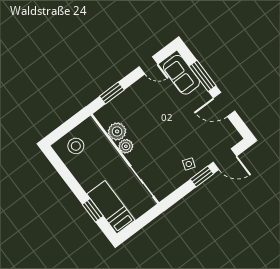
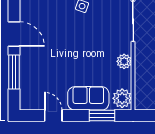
sofa: (181, 75) -> (88, 98), moved, turned -90
plant: (117, 131) -> (122, 98), moved

